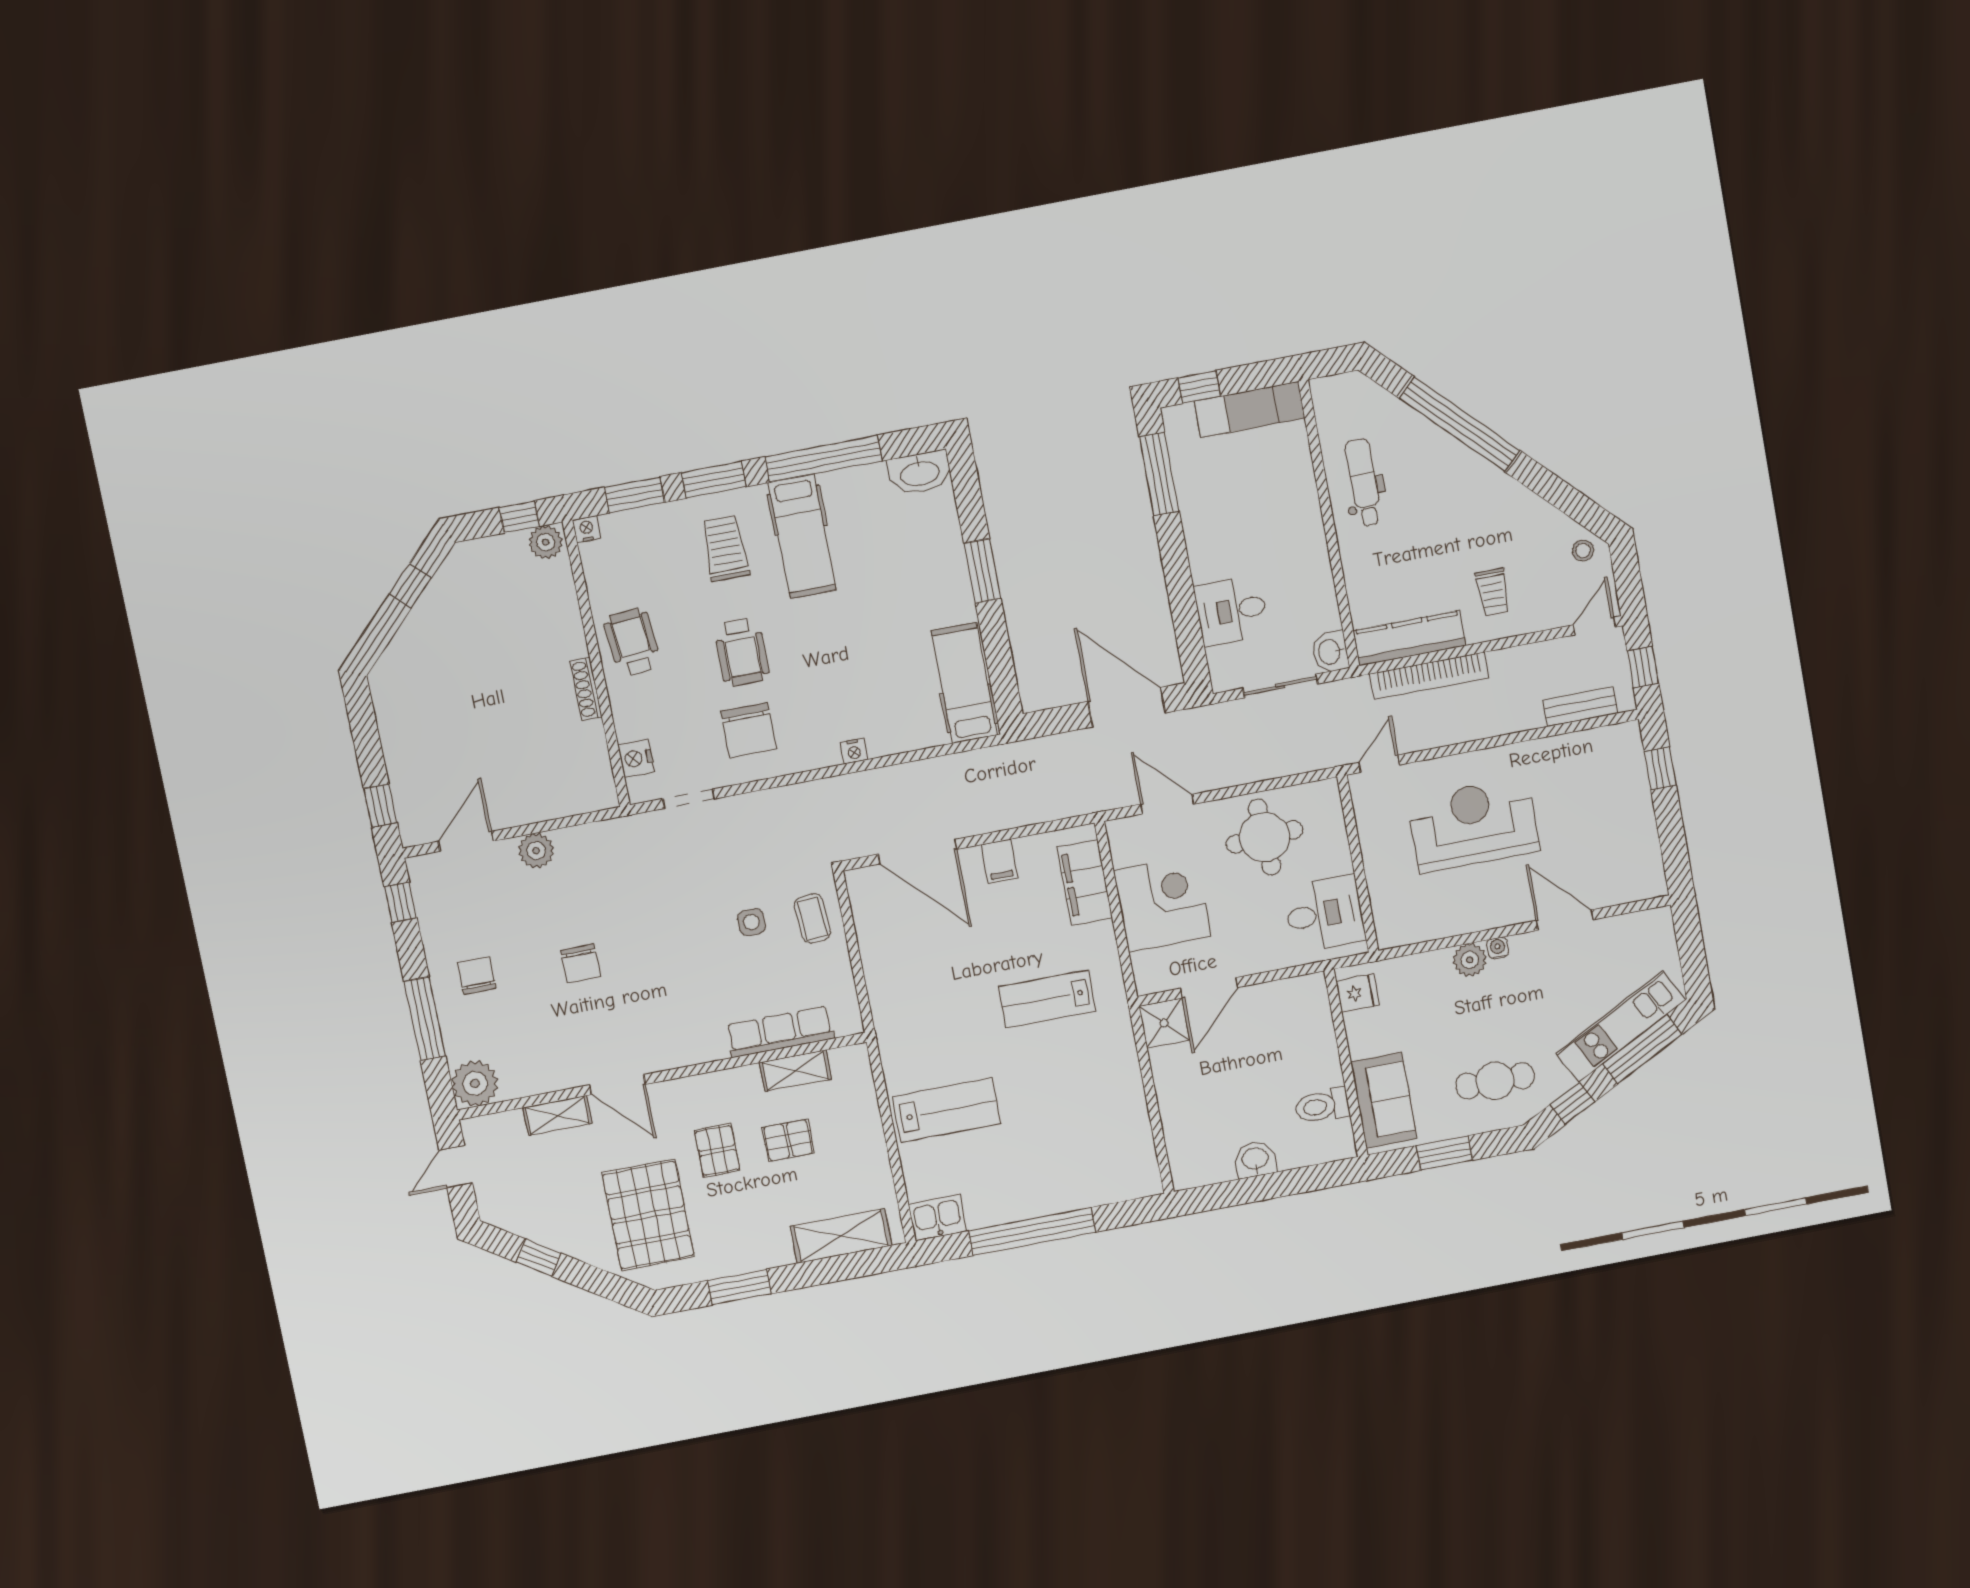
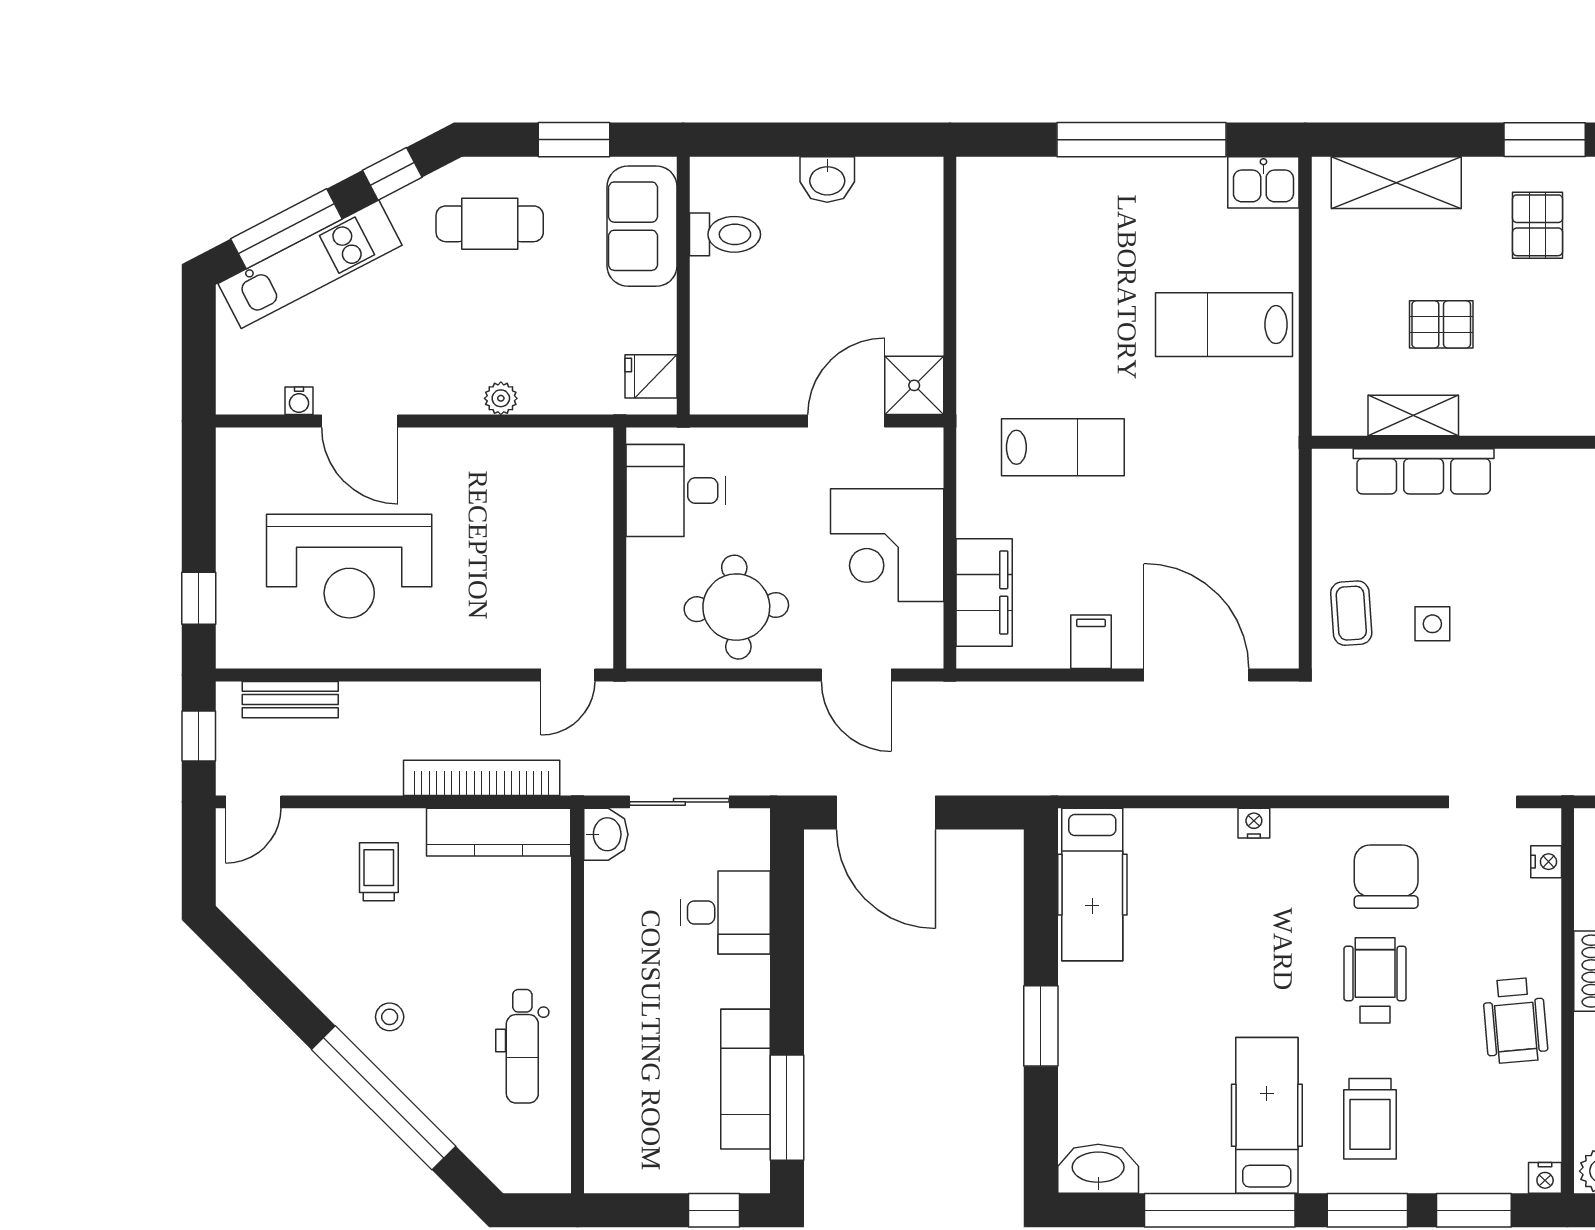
exam couch: (1250, 410) -> (745, 1079), moved, turned -90
stool: (1583, 550) -> (390, 1017), moved
nightstand: (636, 758) -> (1546, 862), width x0.72, depth x0.74
reception desk: (1473, 825) -> (349, 566), moved
water cooler: (1498, 948) -> (299, 401), moved
plant: (1470, 960) -> (501, 398), width x0.73, depth x0.73
pallet: (717, 1150) -> (1538, 225), moved

